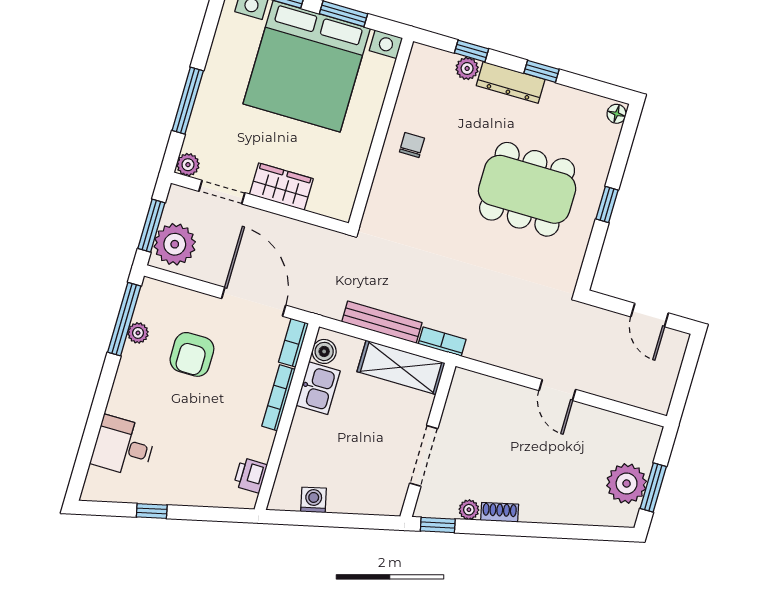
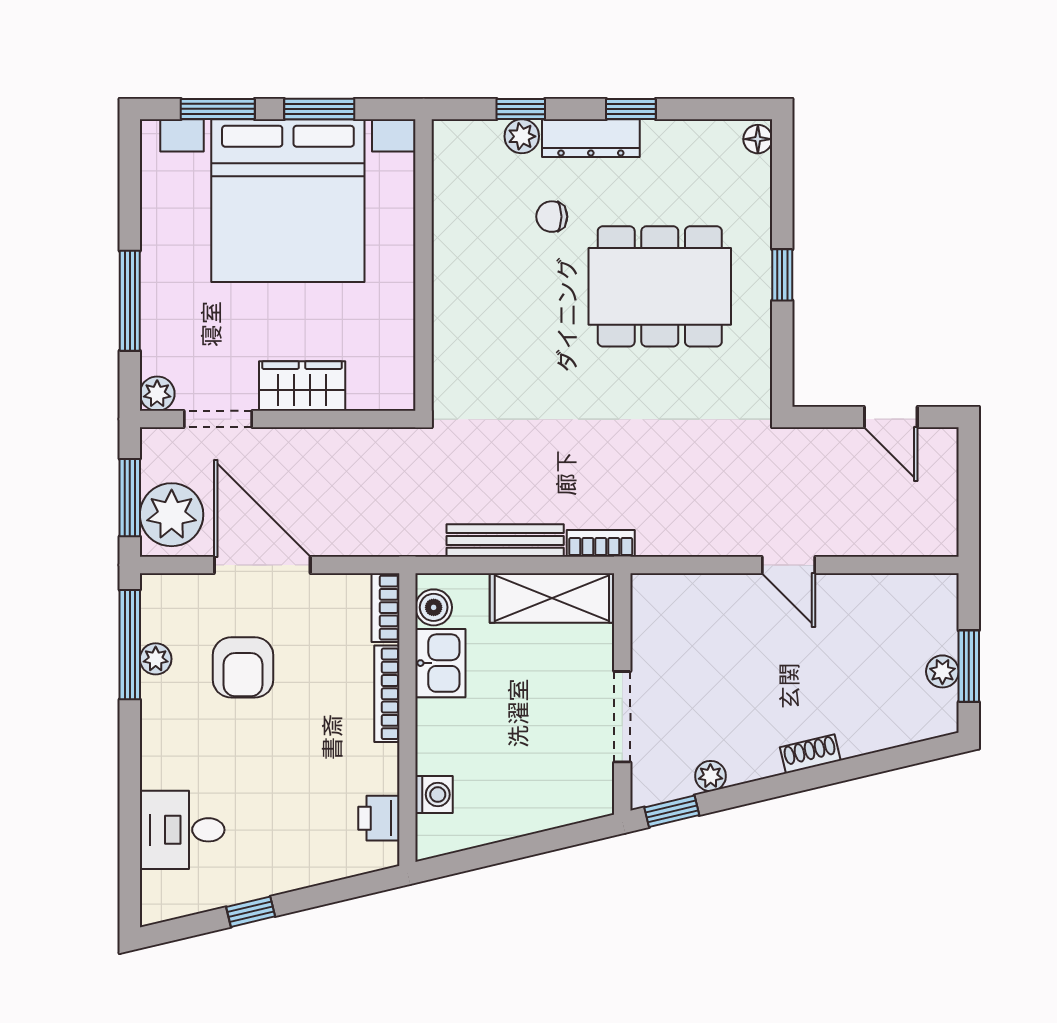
chair: (412, 145) -> (552, 217), moved, turned -90
door: (254, 302) -> (262, 565), moved
plant: (627, 483) -> (942, 671), width x0.53, depth x0.53
washing machine: (314, 500) -> (434, 795), moved, turned 103
shoe rack: (500, 512) -> (810, 754), moved

